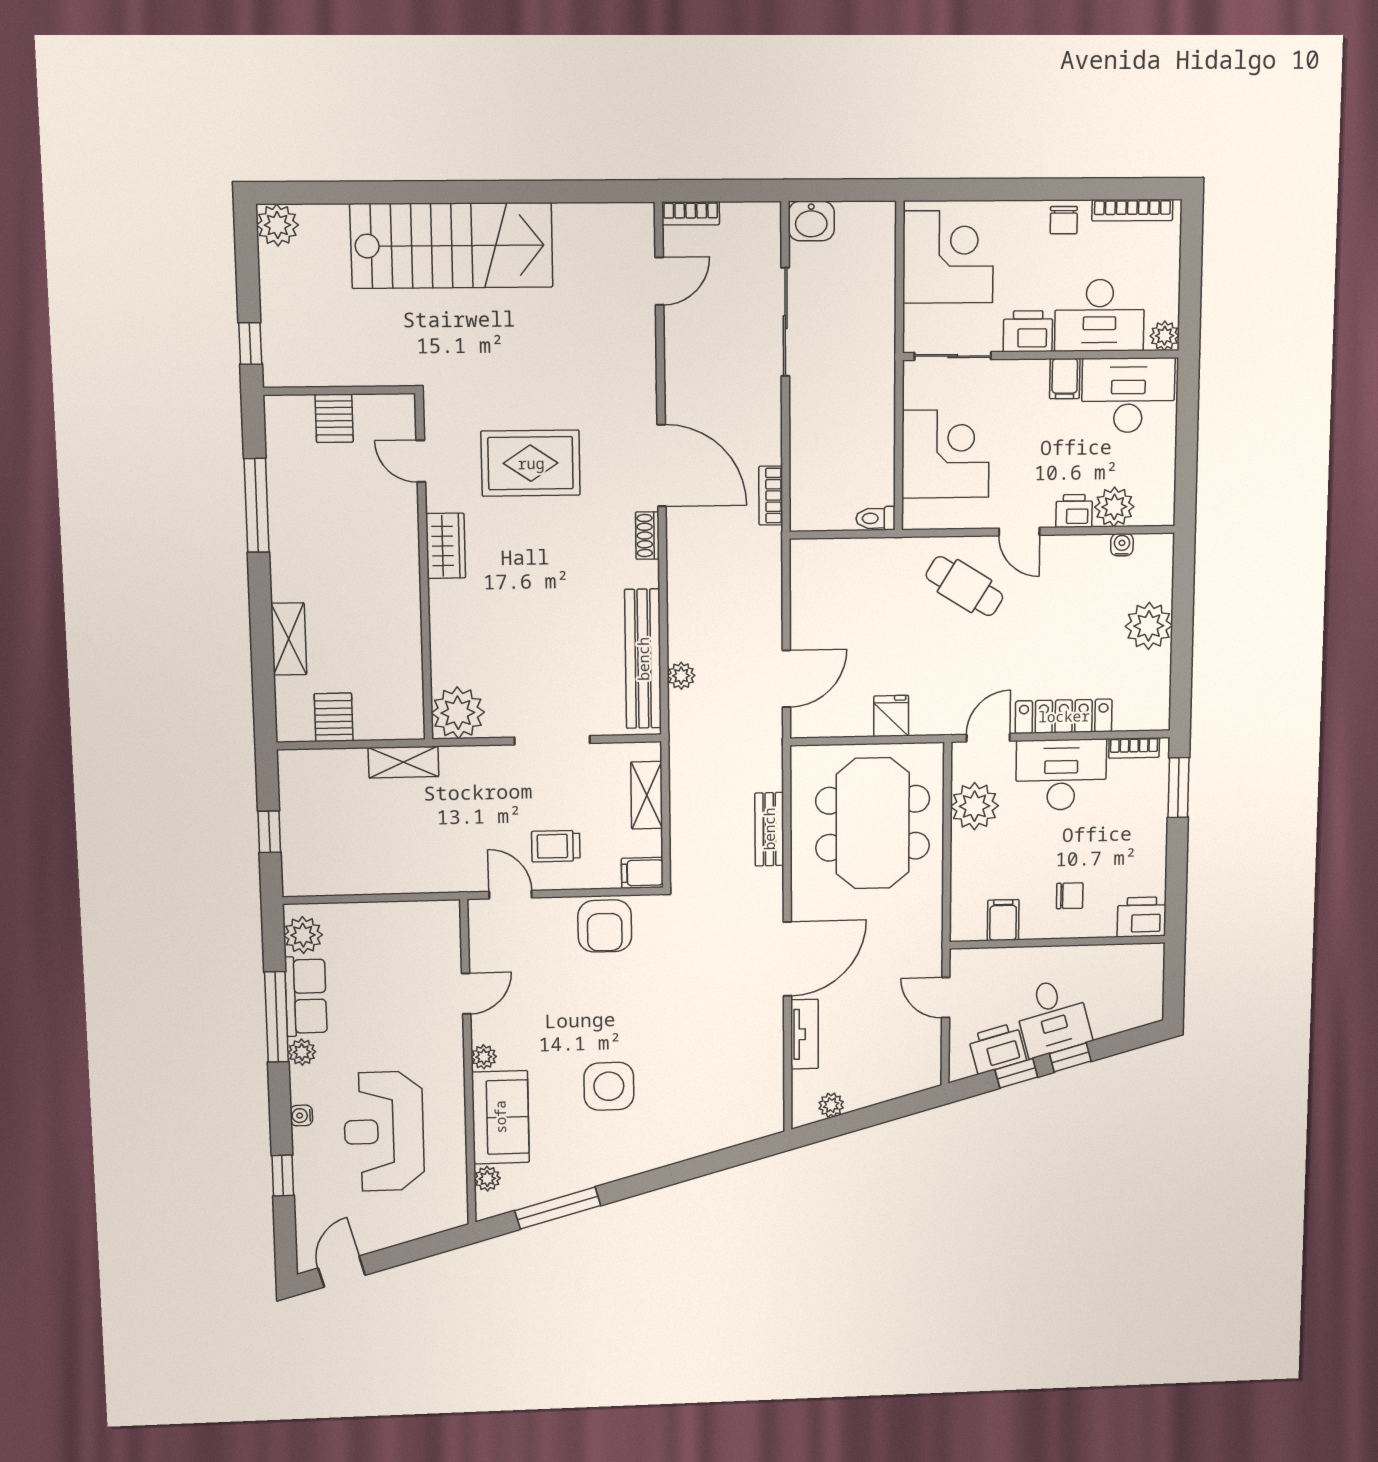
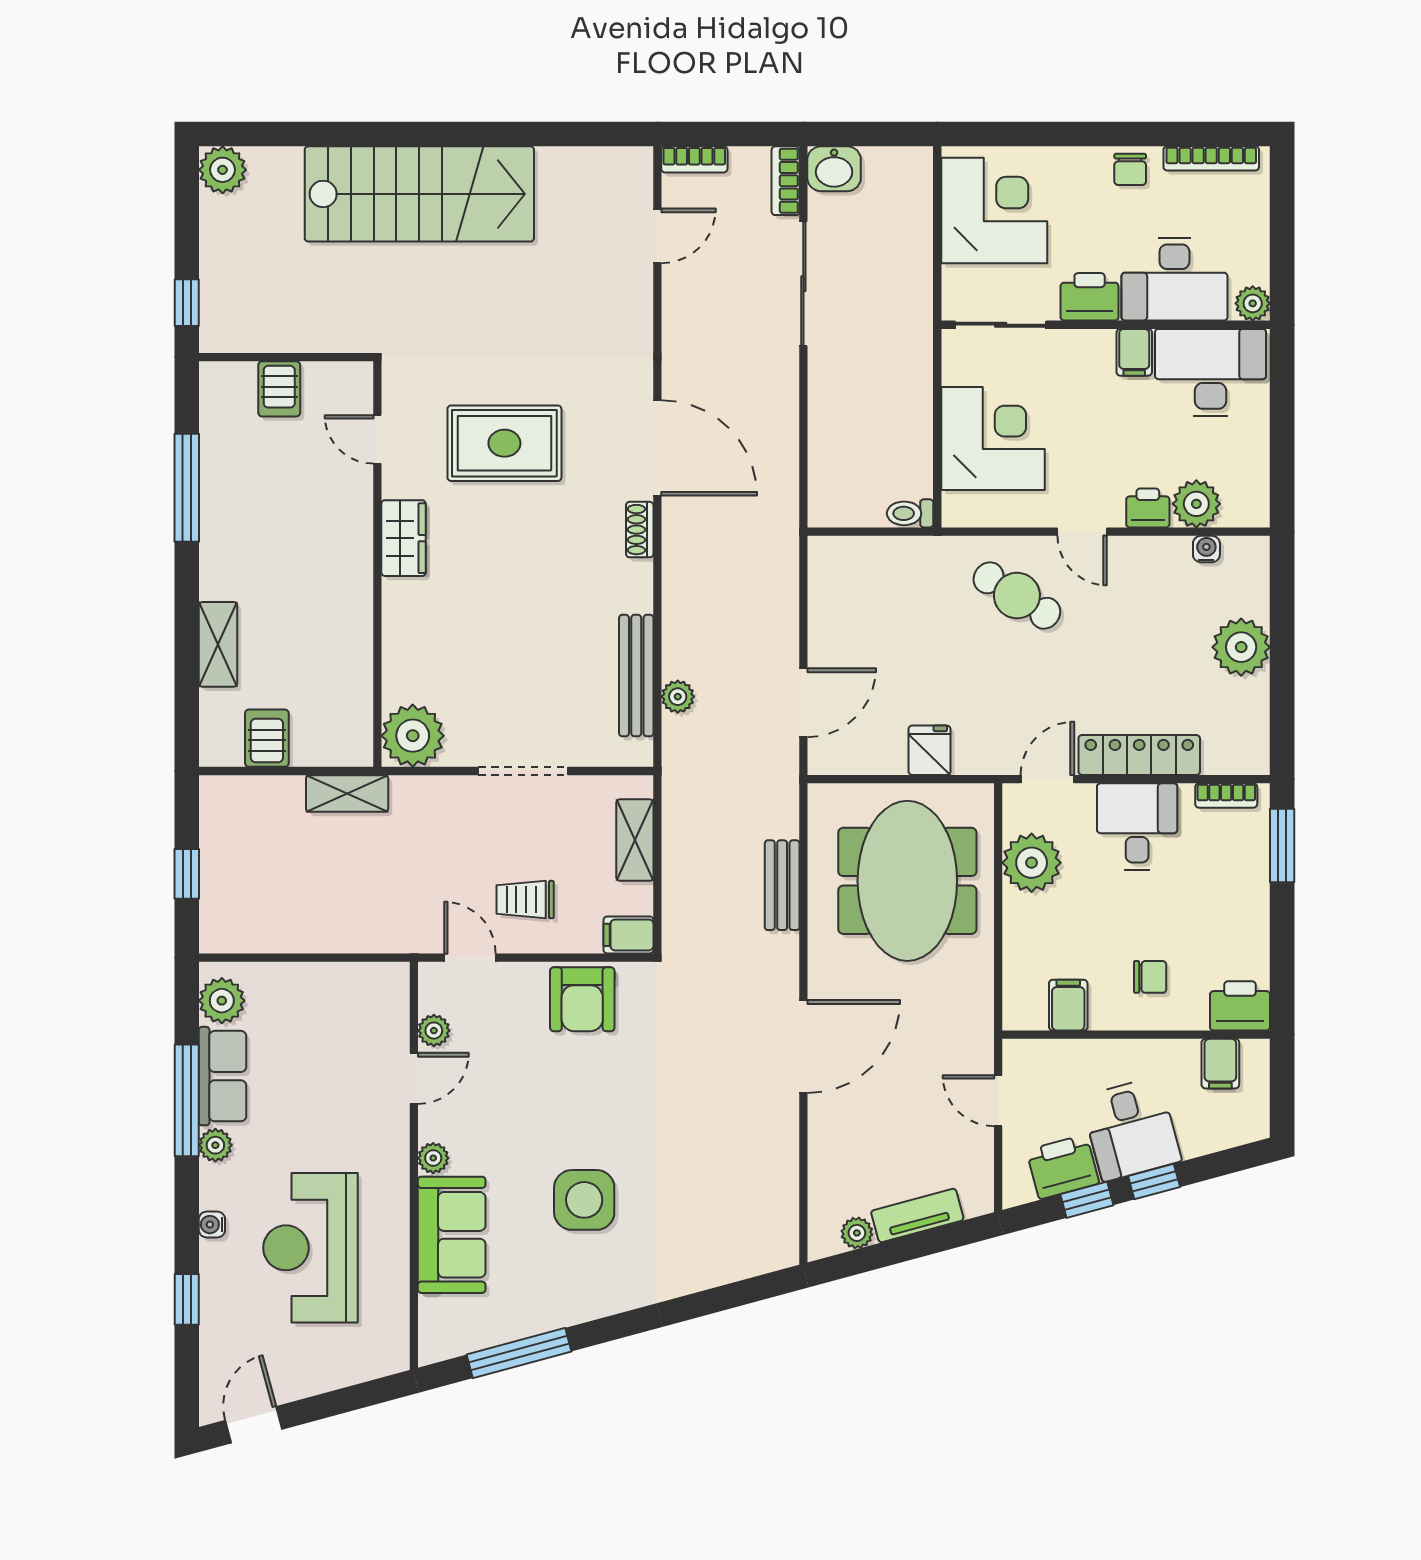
bookcase: (771, 496) -> (786, 181), moved
bench: (643, 659) -> (636, 676), width x0.73, depth x0.82
desk: (1061, 775) -> (1137, 826), width x0.73
filing cabinet: (1125, 963) -> (1220, 1064), added
tv unit: (805, 1034) -> (917, 1216), moved, turned -105
plant: (487, 1179) -> (434, 1031), moved

